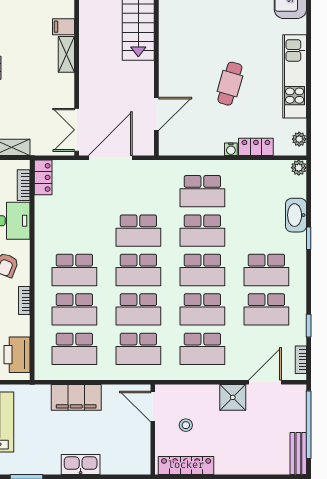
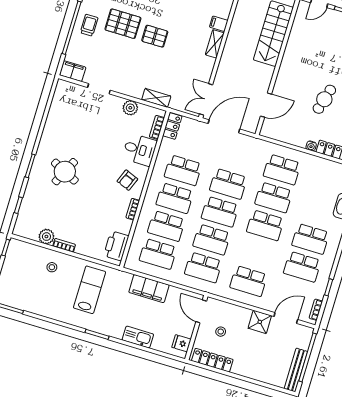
school desk: (202, 309) -> (183, 170), moved
bench: (298, 453) -> (296, 370), width x1.36
fridge: (140, 456) -> (181, 343), added

